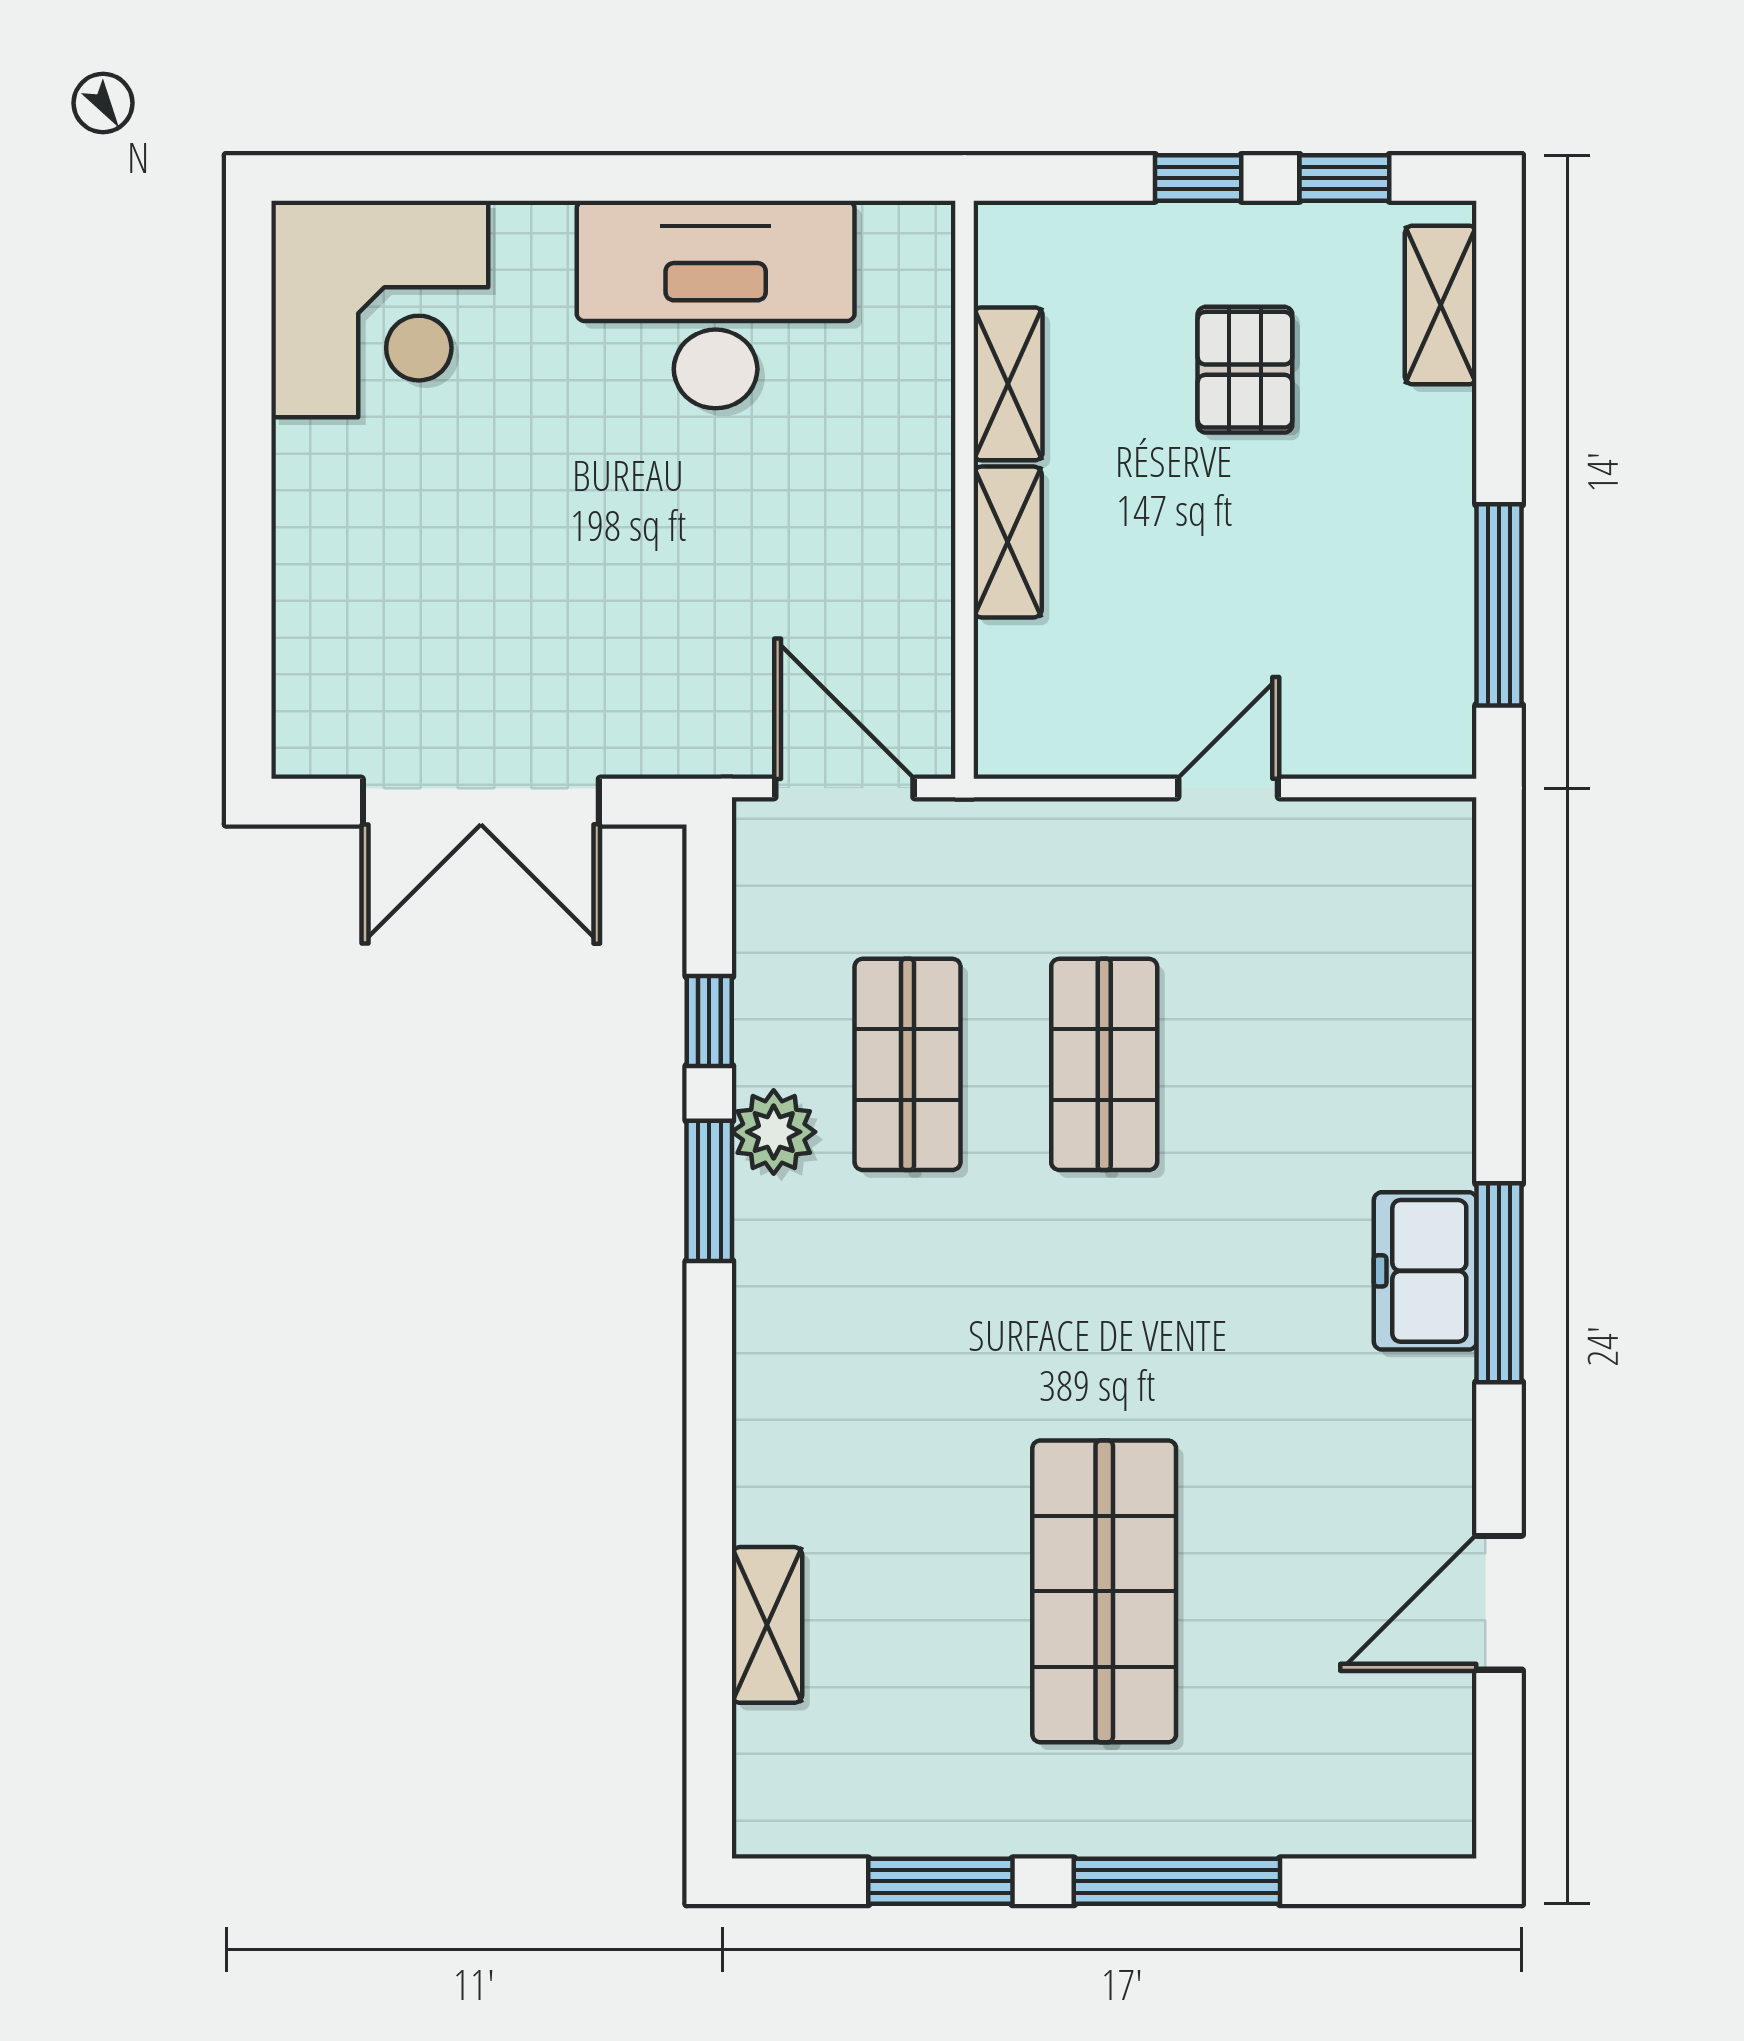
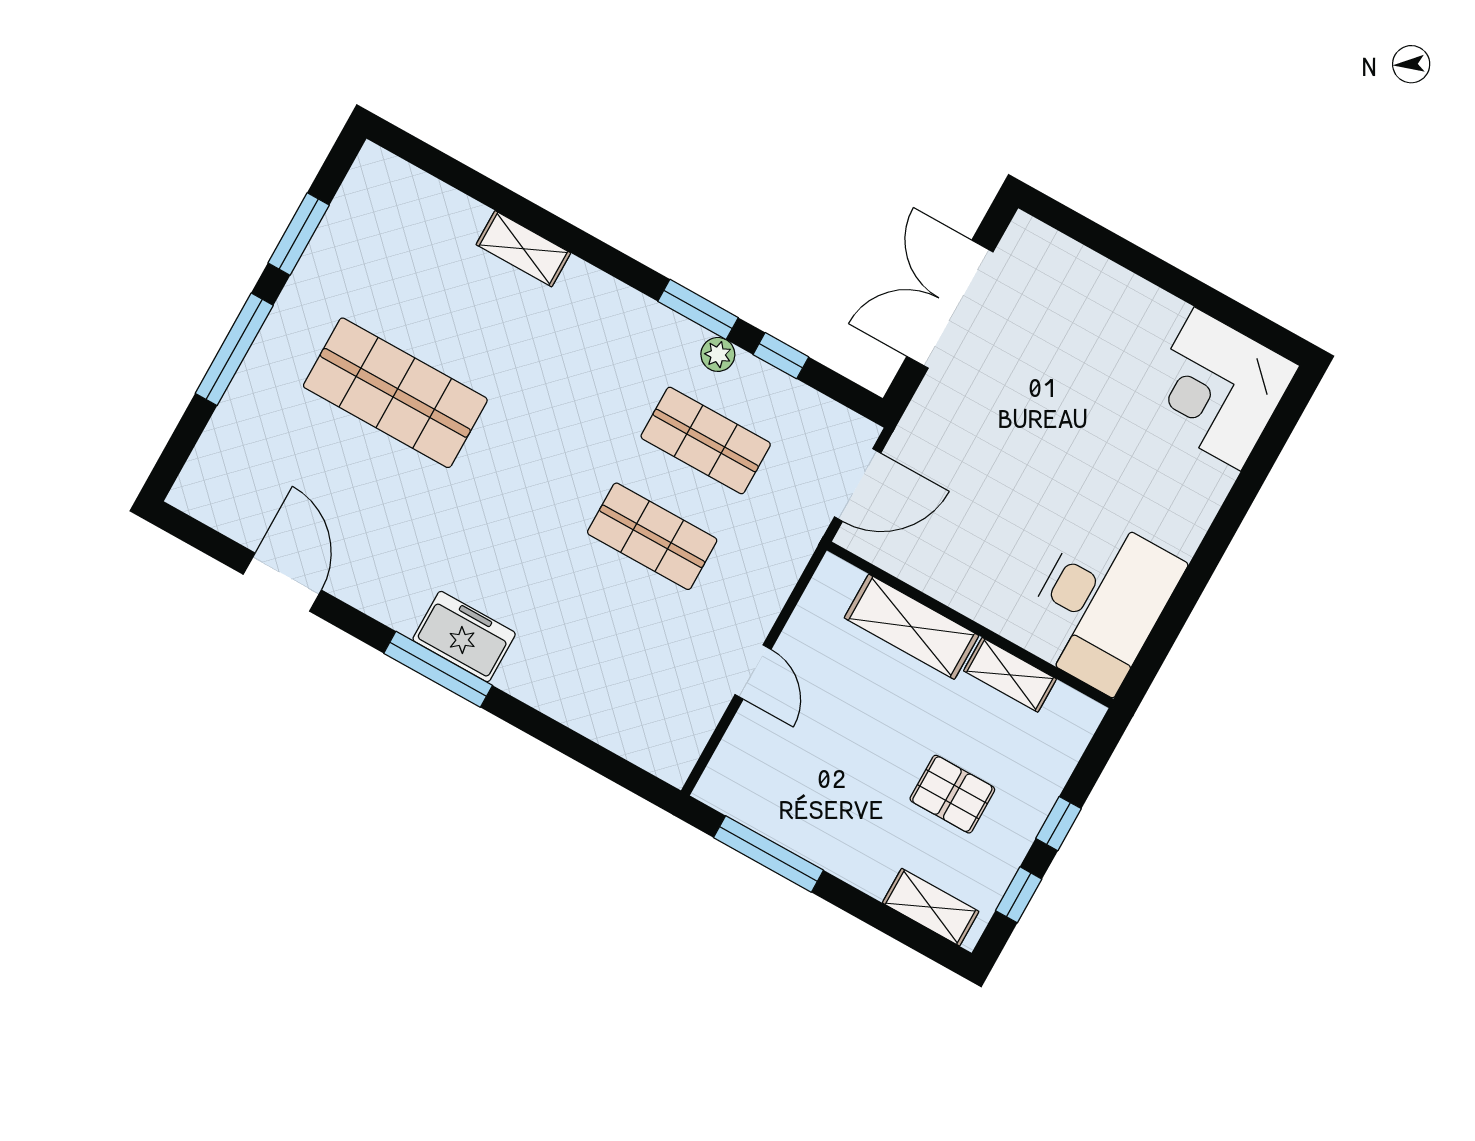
desk: (716, 305) -> (1101, 603), moved
shelving: (1008, 542) -> (912, 627), width x1.50, depth x1.33
plant: (774, 1132) -> (718, 354), width x0.73, depth x0.73
shelving: (767, 1625) -> (523, 249), moved

